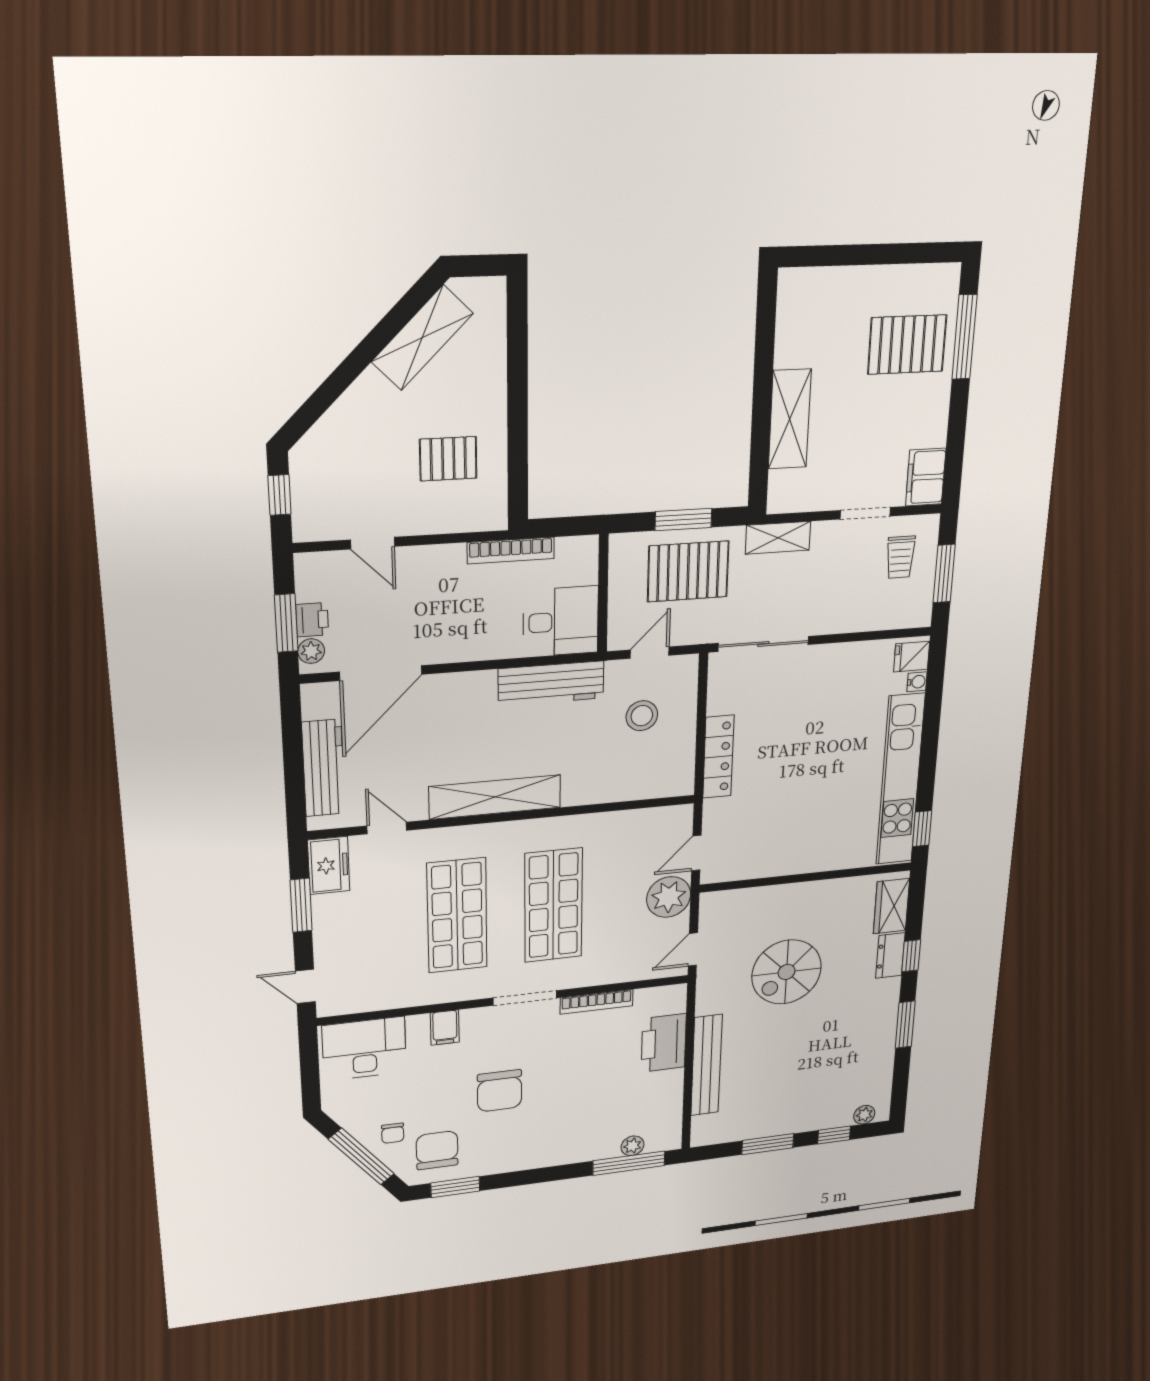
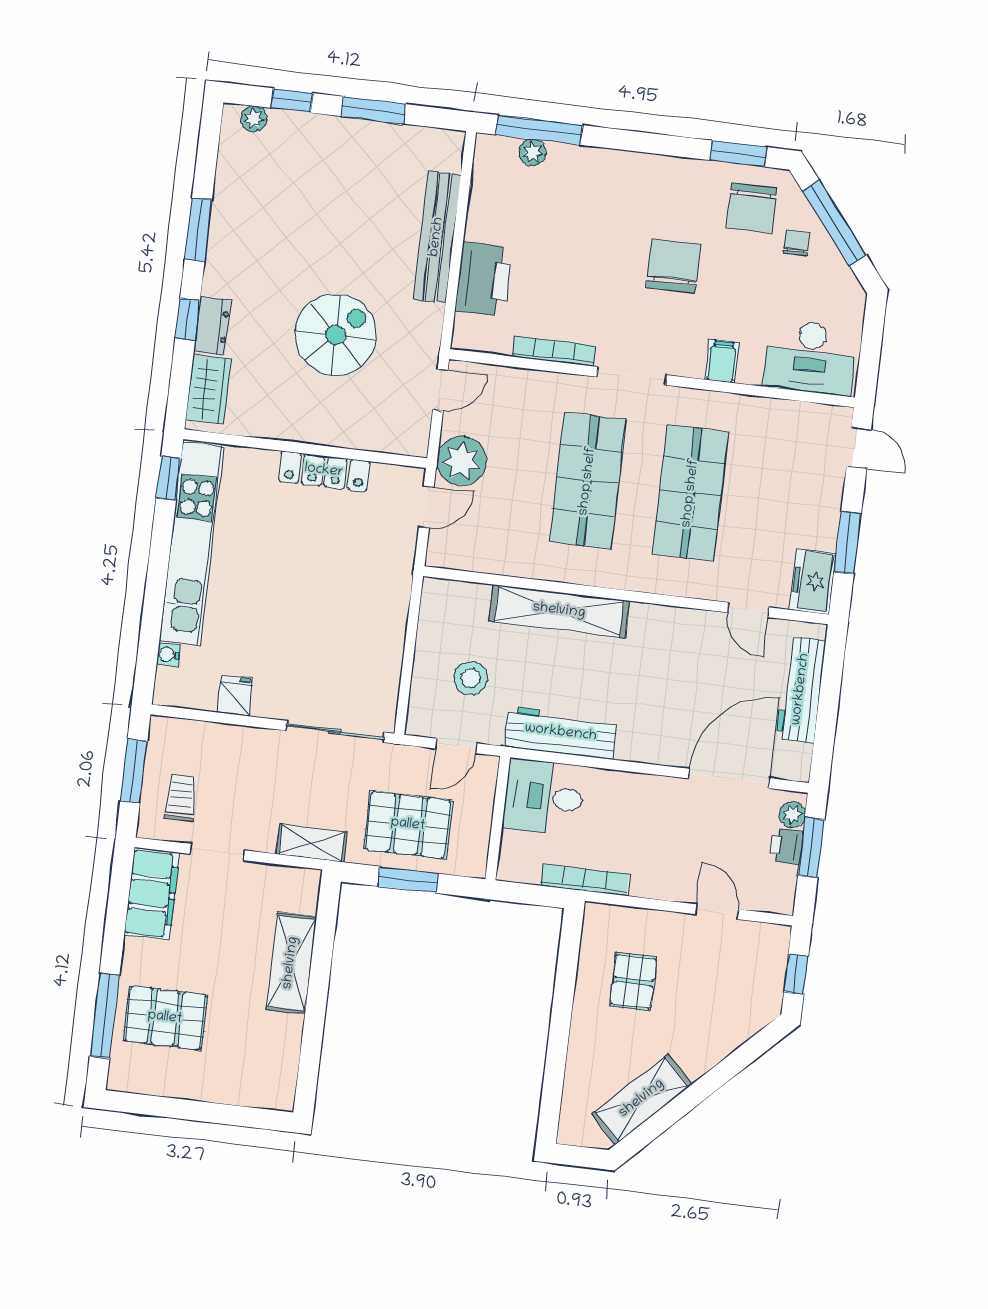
pallet: (448, 459) -> (633, 981), turned 90
filing cabinet: (926, 477) -> (152, 894), width x1.50, depth x1.17
fridge: (912, 657) -> (235, 695), moved, turned -90
locker: (718, 757) -> (324, 471), moved, turned -90
shelving: (495, 797) -> (559, 611), moved

